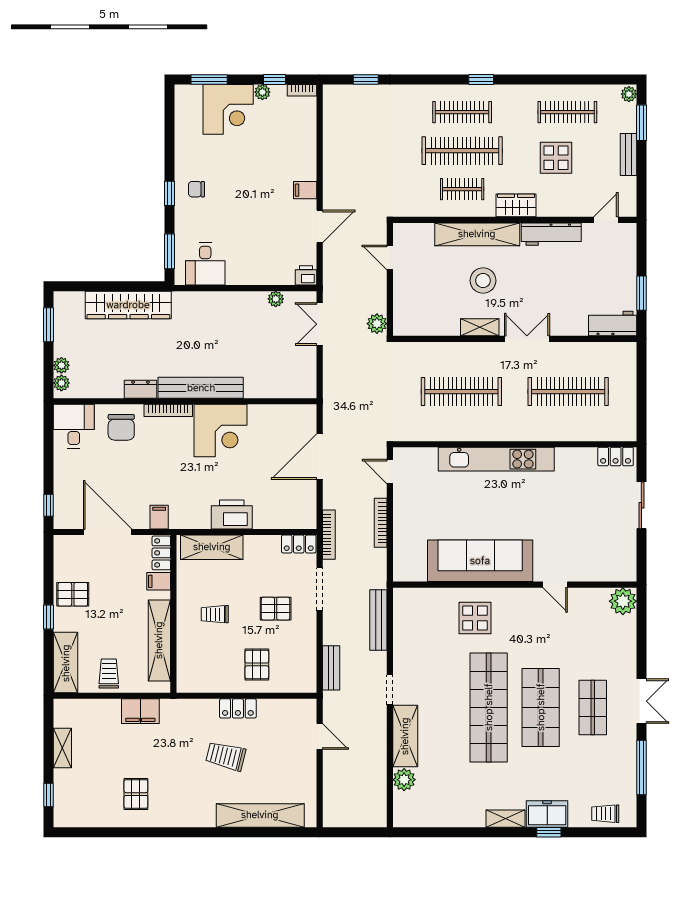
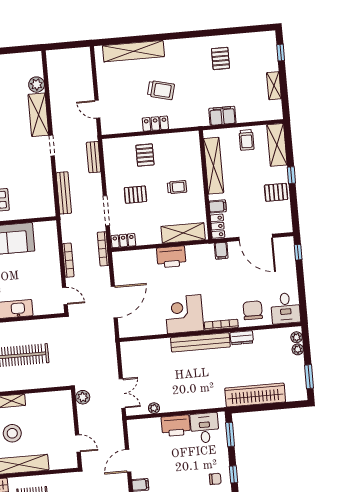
printer: (306, 275) -> (176, 426), moved, width x1.87, depth x1.48

